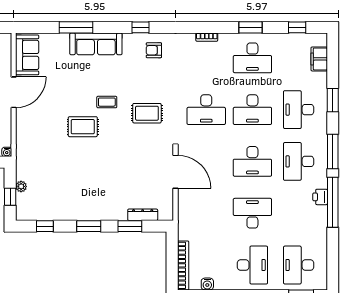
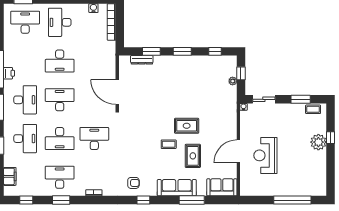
sofa: (27, 55) -> (222, 187), moved, turned 90
desk: (252, 110) -> (60, 139), turned 180
rug: (147, 113) -> (193, 156), moved, turned 90
desk: (299, 265) -> (25, 22), turned -90

